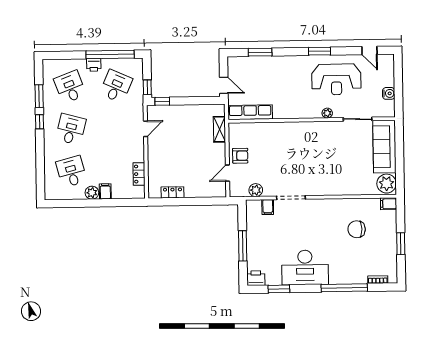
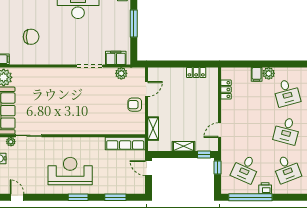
window: (319, 51) -> (78, 197), moved
reception desk: (336, 79) -> (70, 171), moved
shelving: (185, 110) -> (184, 146), added
plant: (327, 113) -> (11, 142), moved
filing cabinet: (268, 207) -> (116, 58), width x2.00

